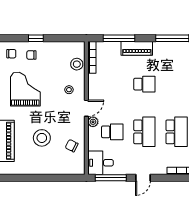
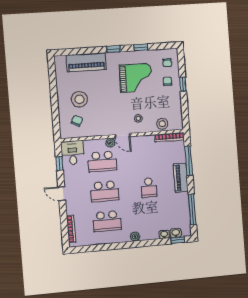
school desk: (112, 132) -> (102, 161), width x1.85
stool: (42, 138) -> (79, 99), moved
chair: (72, 146) -> (77, 121), moved
window: (111, 178) -> (59, 163), width x0.46

